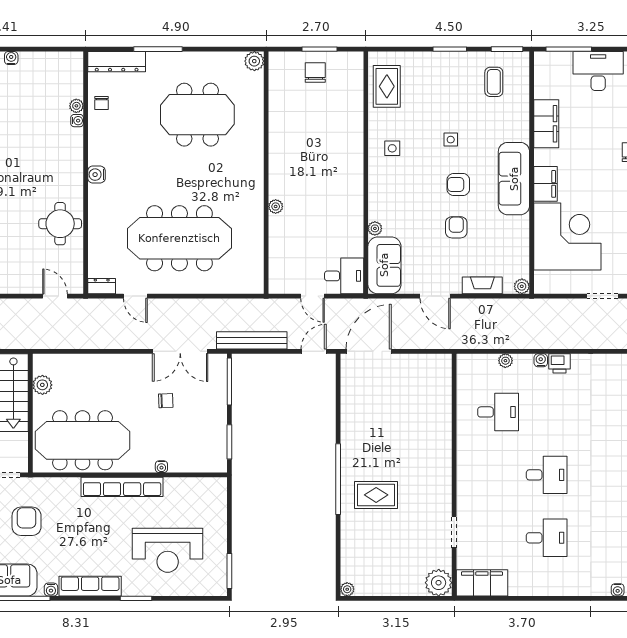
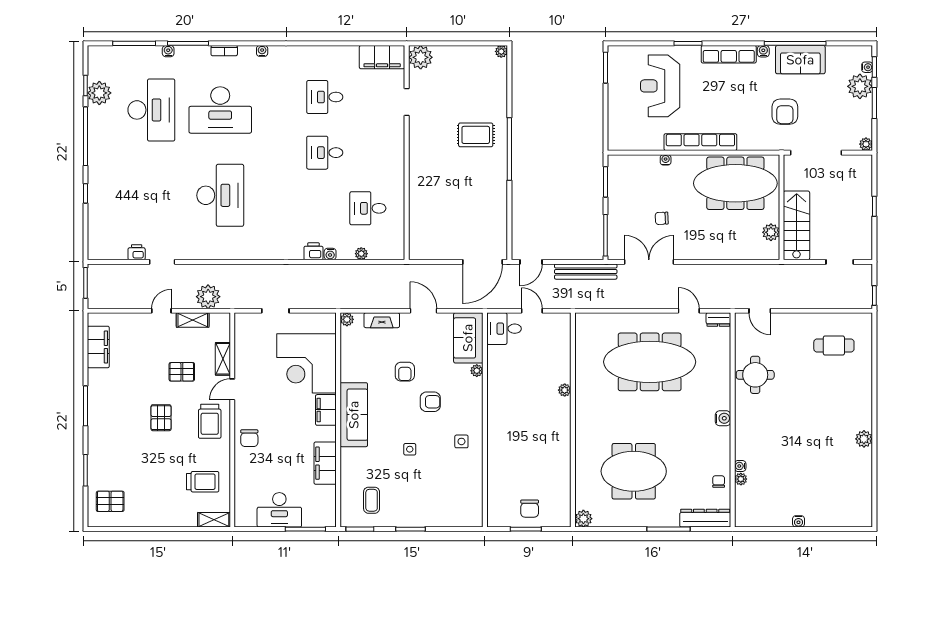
rug: (387, 86) -> (466, 496), removed
armchair: (458, 185) -> (430, 402), moved
reception desk: (168, 550) -> (660, 86), turned -90

